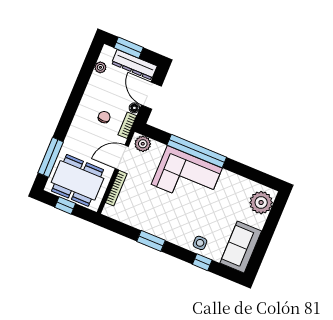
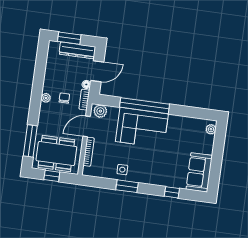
plant: (100, 67) -> (46, 98), moved
door: (151, 96) -> (97, 71), swing flipped
plant: (261, 203) -> (211, 129), width x0.53, depth x0.53
side table: (200, 243) -> (122, 170), moved

